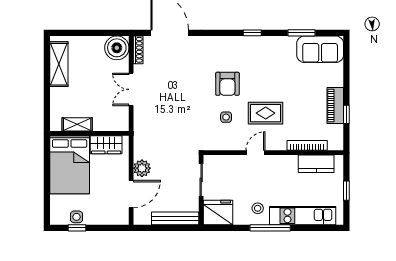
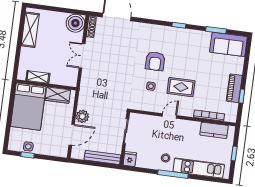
fridge: (218, 213) -> (130, 159), width x0.53, depth x0.75

